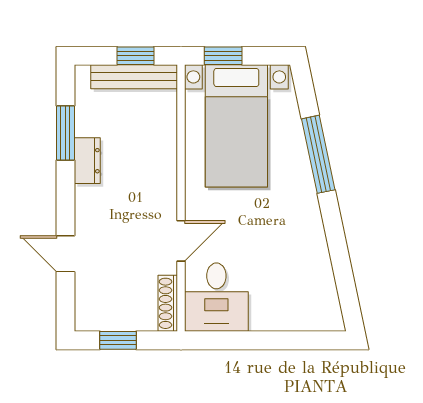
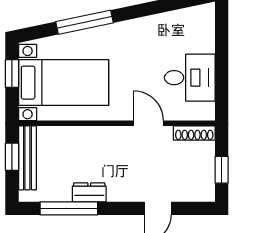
window: (223, 56) -> (12, 74), moved
window: (65, 133) -> (69, 208), width x1.44
desk: (216, 297) -> (190, 78), moved

